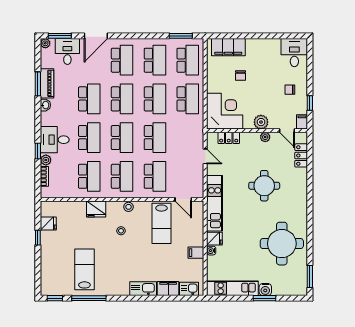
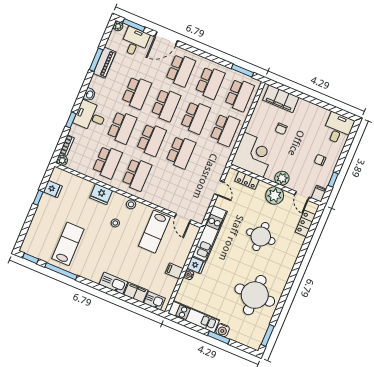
washbasin: (45, 105) -> (89, 94), moved
plant: (265, 137) -> (275, 195), width x1.88, depth x1.88
plant: (46, 160) -> (62, 160), moved
school desk: (155, 176) -> (166, 187), removed

